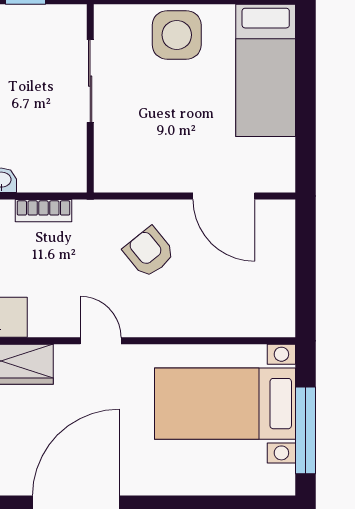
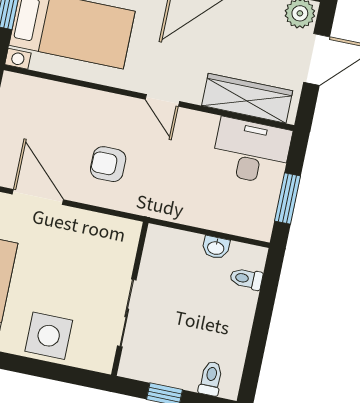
bookcase: (43, 211) -> (187, 216), removed
armchair: (149, 252) -> (108, 164), turned 129

